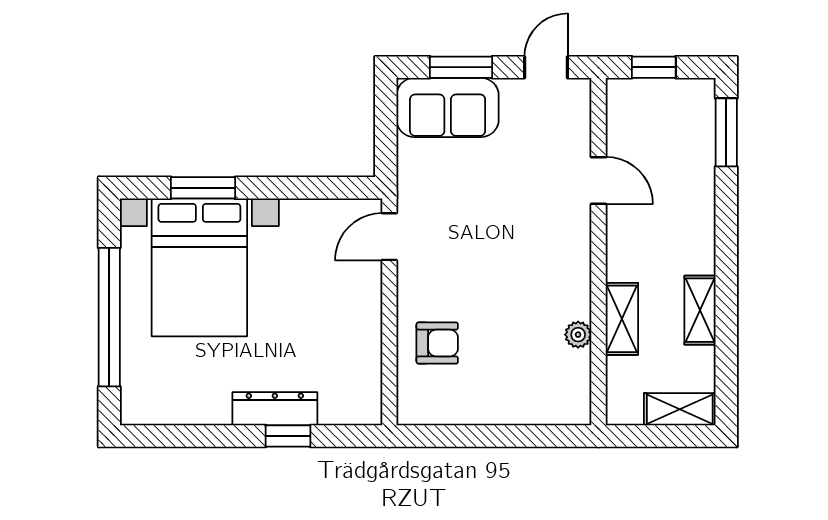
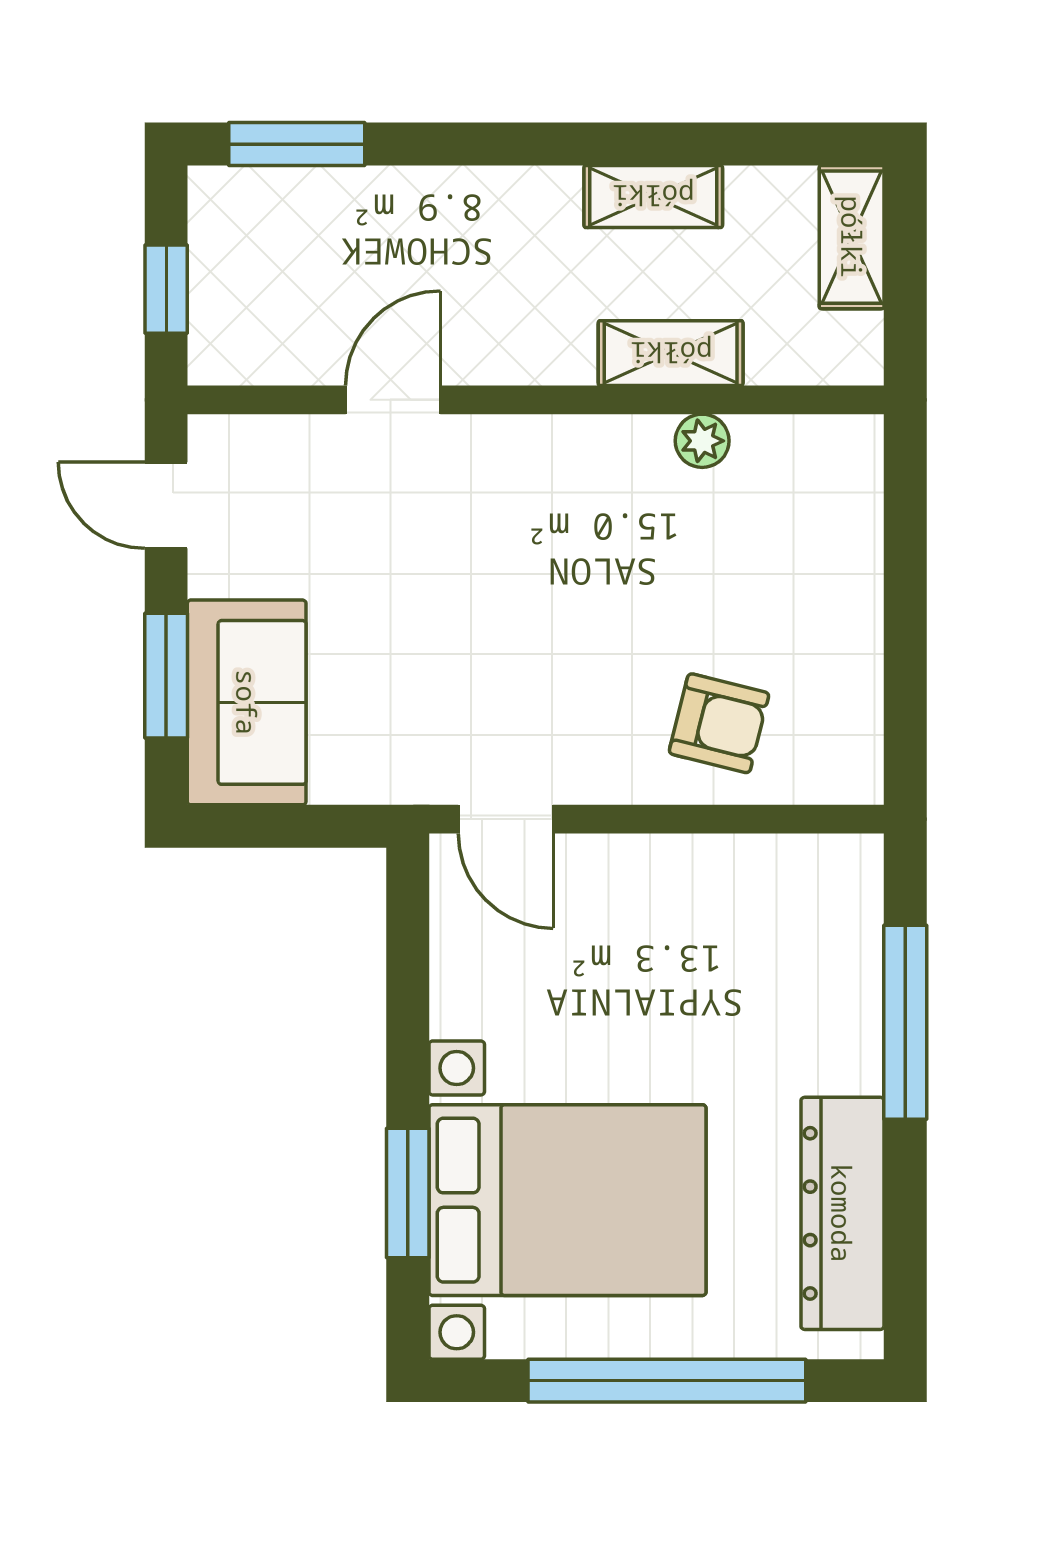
armchair: (437, 343) -> (719, 723), turned 104
dresser: (275, 409) -> (842, 1213), moved, width x1.37, depth x1.24
window: (288, 436) -> (905, 1022), width x2.17

